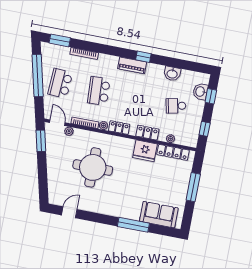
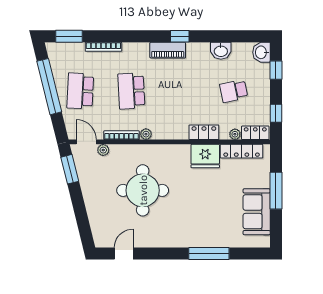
washbasin: (200, 92) -> (261, 52), moved
locker: (119, 128) -> (255, 133), moved
sofa: (159, 215) -> (257, 212), moved, turned -90

